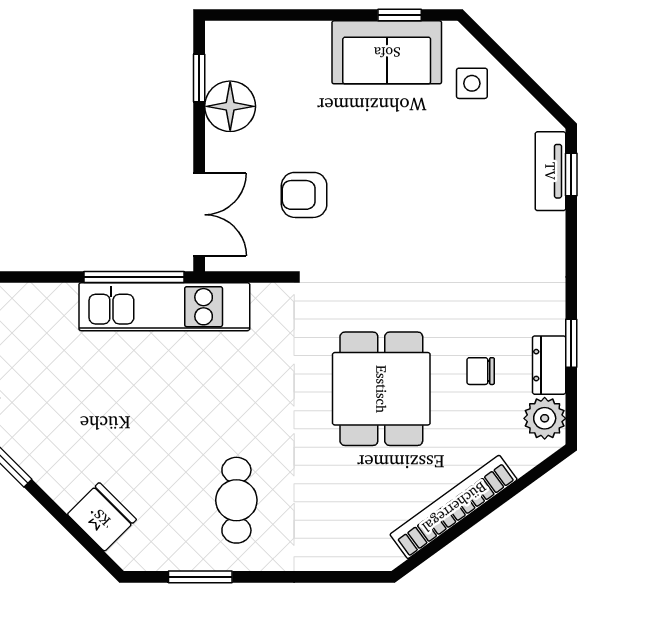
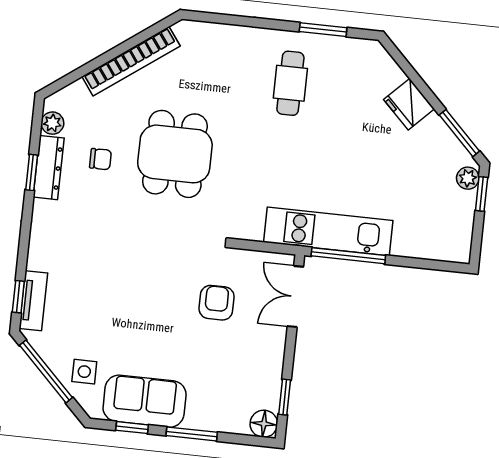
window: (319, 15) -> (192, 434), added
window: (523, 78) -> (46, 371), added
floor lamp: (230, 106) -> (264, 424), moved, width x0.73, depth x0.73
armchair: (304, 195) -> (217, 303), turned -90
dresser: (549, 365) -> (49, 168), width x1.44
plant: (545, 418) -> (52, 123), width x0.73, depth x0.73
fridge: (102, 517) -> (409, 104), moved

